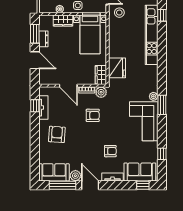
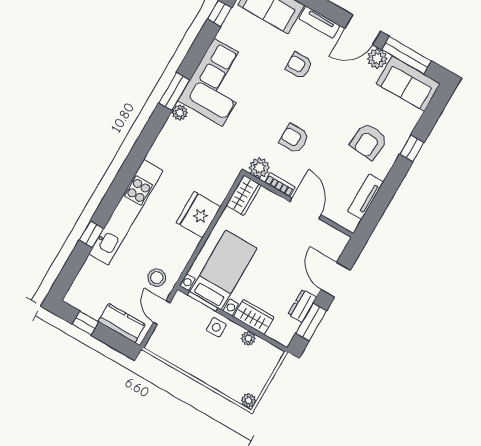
fridge: (117, 68) -> (198, 215), moved
window: (35, 106) -> (412, 148), moved
door: (90, 185) -> (363, 30), hinge flipped

